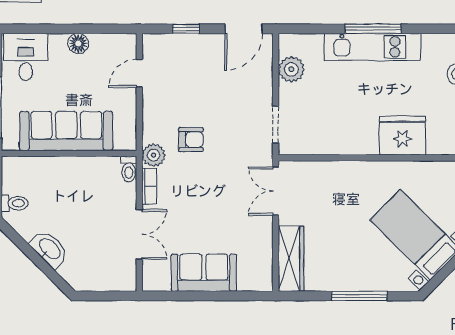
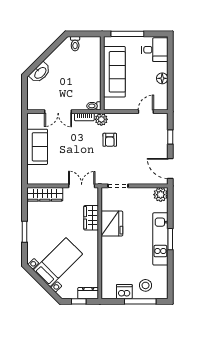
window: (373, 29) -> (170, 239), width x0.69
plant: (291, 69) -> (161, 195), moved
door: (139, 73) -> (146, 112), hinge flipped
fridge: (402, 136) -> (112, 224), moved
wardrobe: (334, 174) -> (91, 218), added
washbasin: (49, 249) -> (40, 73), moved
window: (359, 296) -> (24, 232), width x0.69

